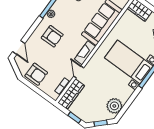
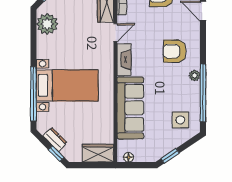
door: (79, 72) -> (115, 33), hinge flipped

